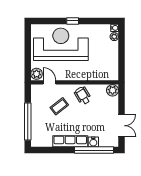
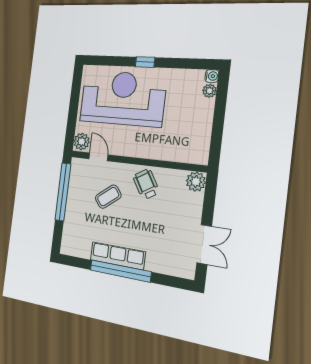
window: (28, 122) -> (63, 192), moved
water cooler: (93, 142) -> (154, 264), removed
window: (94, 150) -> (120, 271), moved

